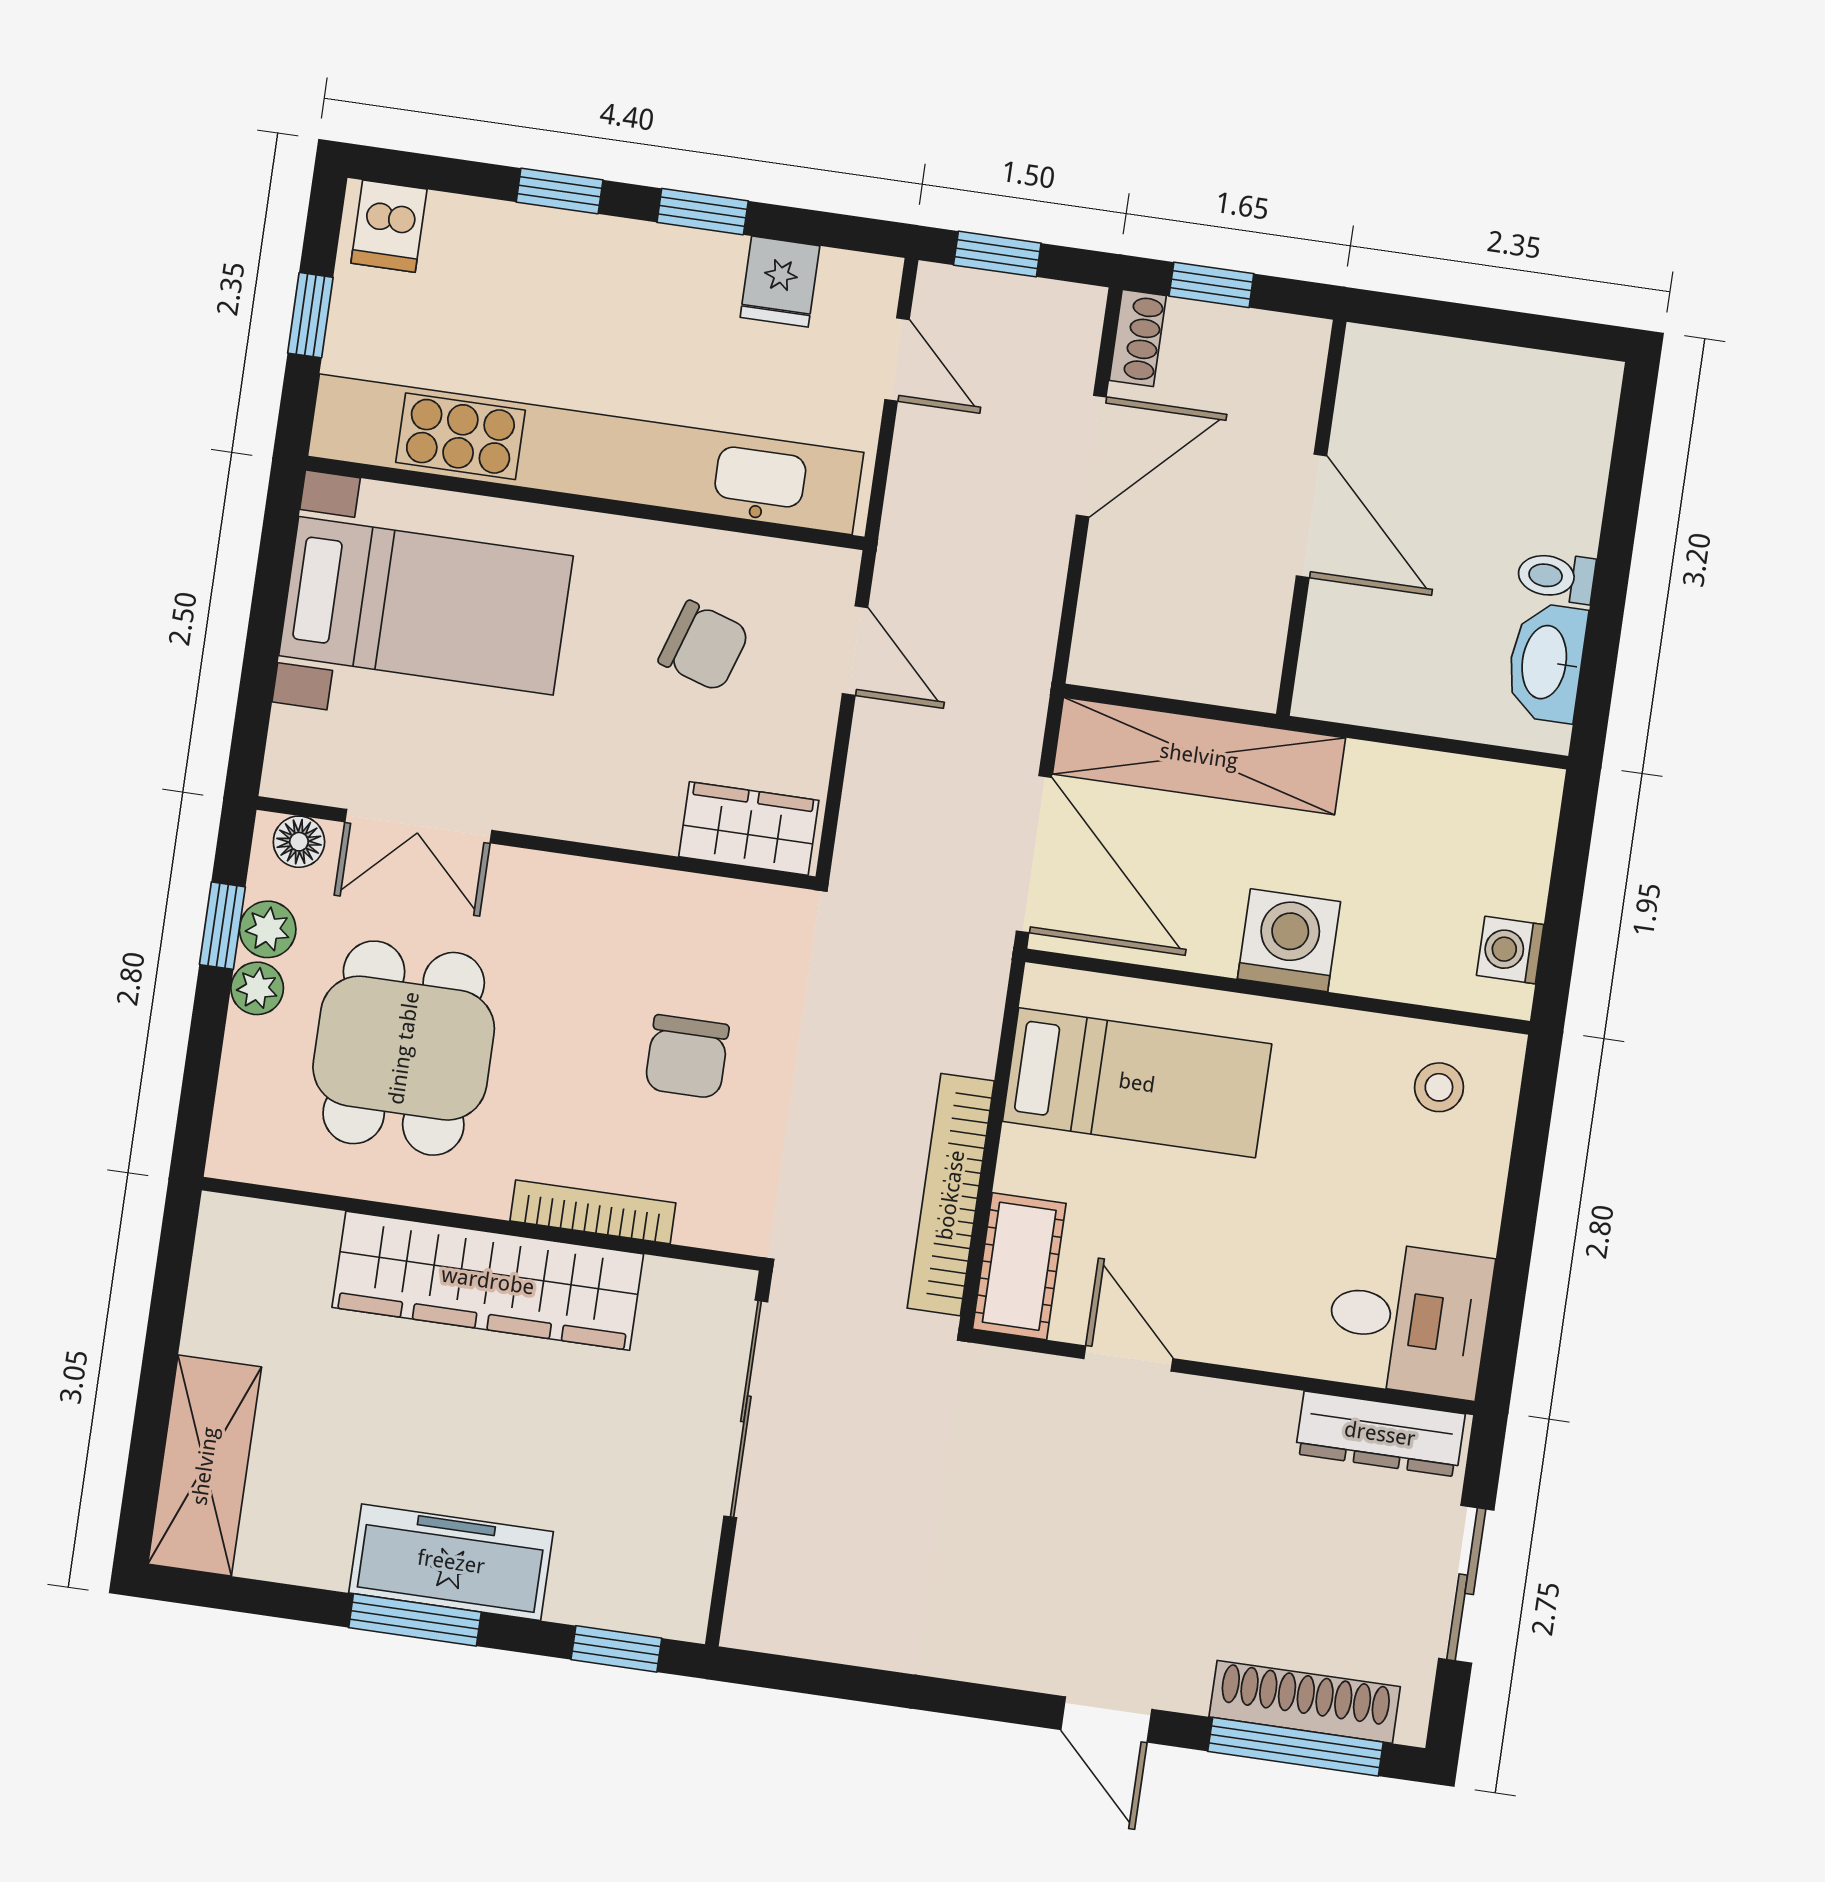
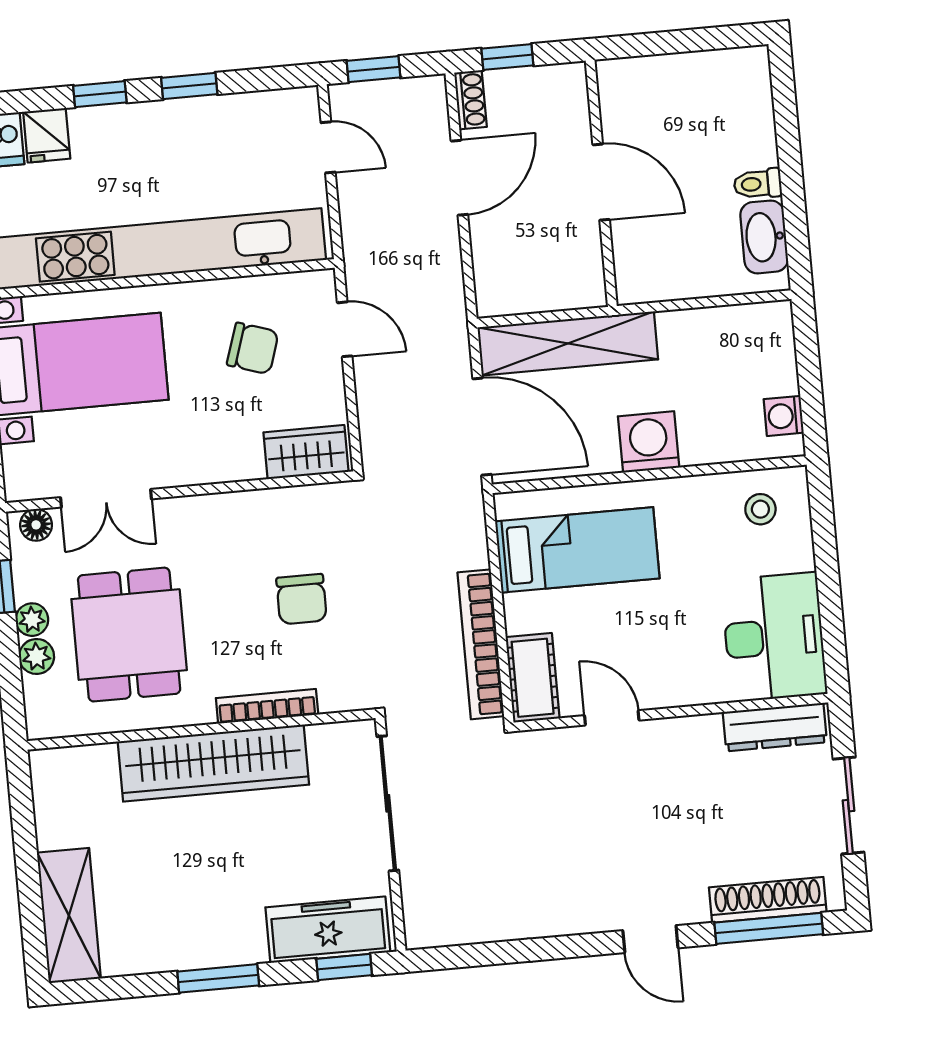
fridge: (780, 282) -> (47, 135), moved
plant: (268, 929) -> (37, 656), moved
desk: (1409, 1319) -> (774, 637), width x1.37
freezer: (451, 1562) -> (328, 930), moved

